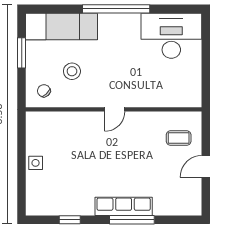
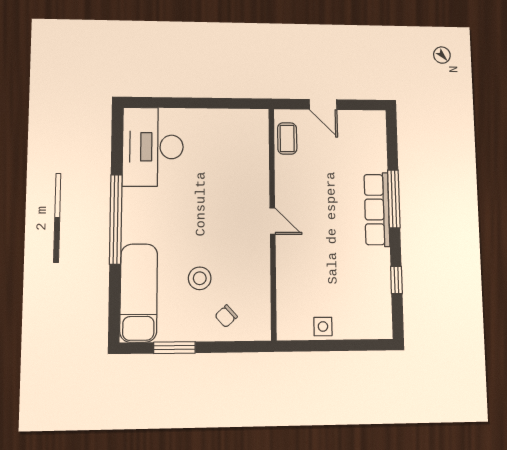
wall: (114, 109) -> (273, 222), moved
door: (115, 109) -> (273, 221), moved

